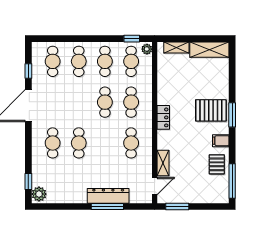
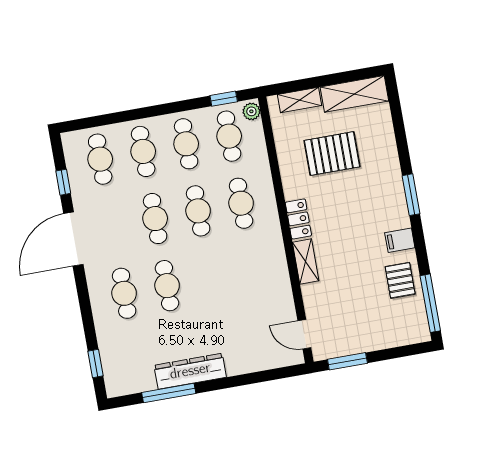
pallet: (211, 110) -> (332, 154), moved
cafe table: (131, 143) -> (155, 219), moved
shelving: (163, 163) -> (306, 262), moved
door: (155, 186) -> (304, 334), swing flipped
plant: (39, 194) -> (117, 381), removed
dresser: (108, 196) -> (190, 371), moved
window: (107, 206) -> (169, 393), moved

